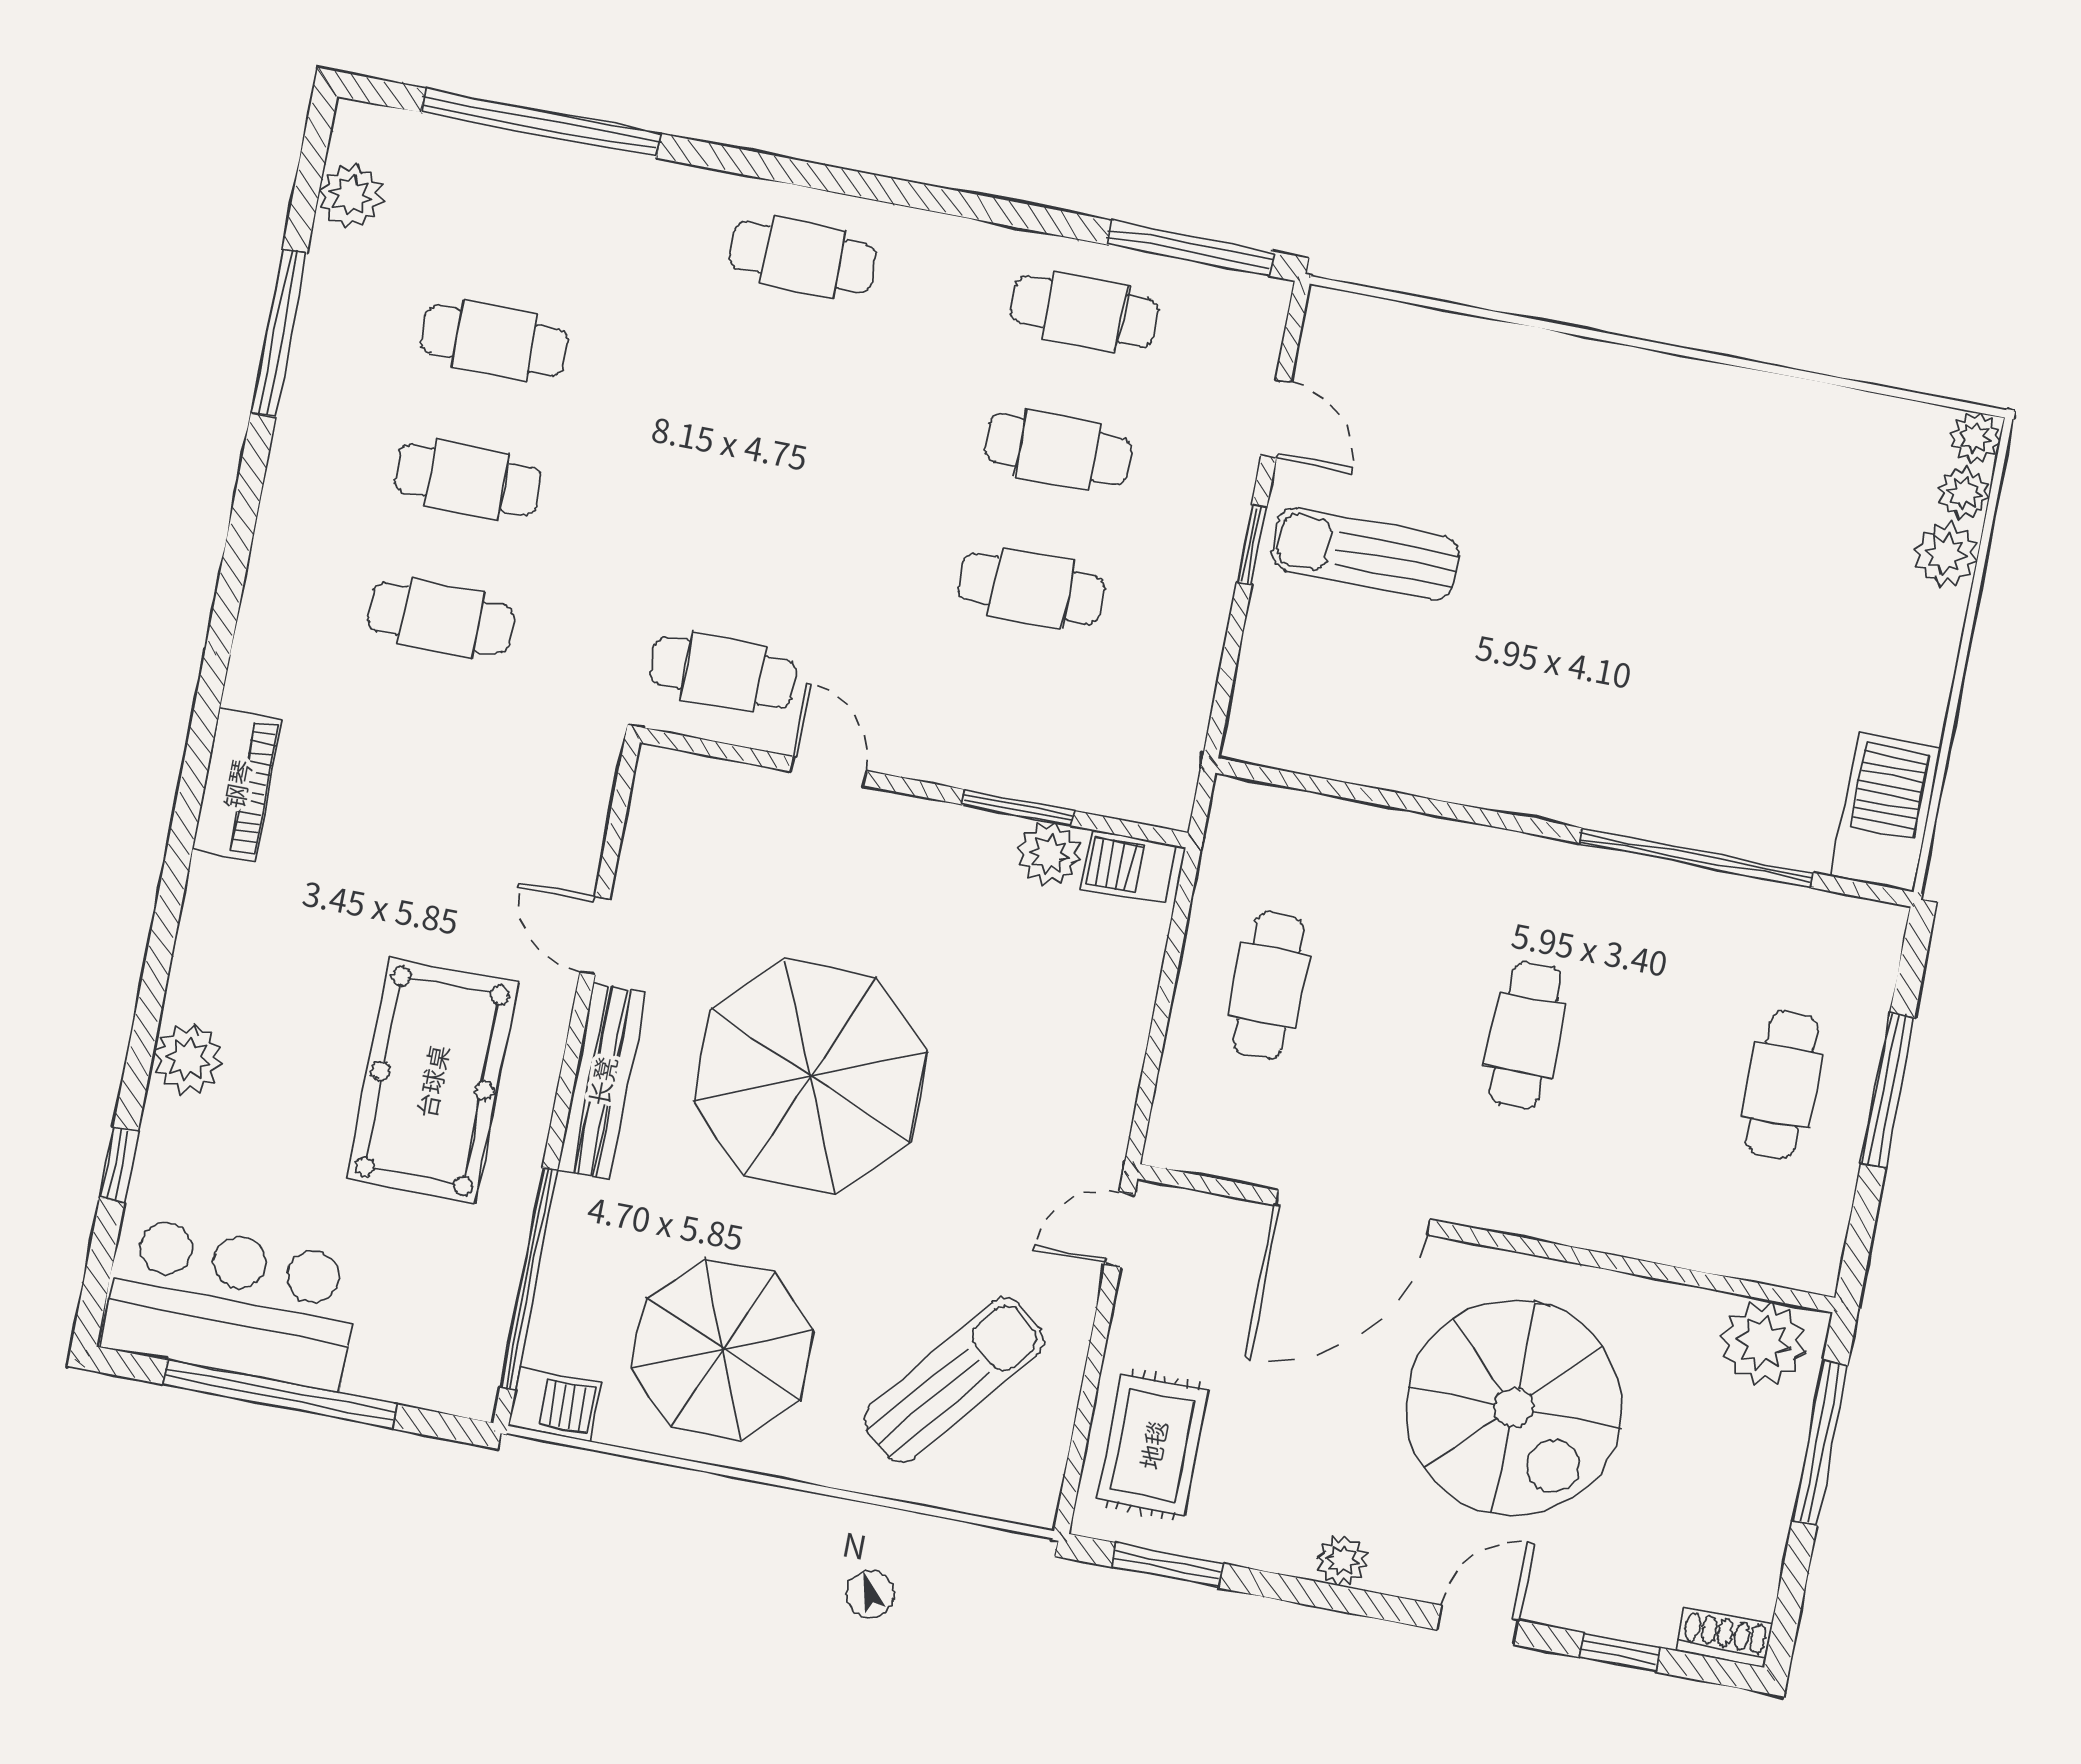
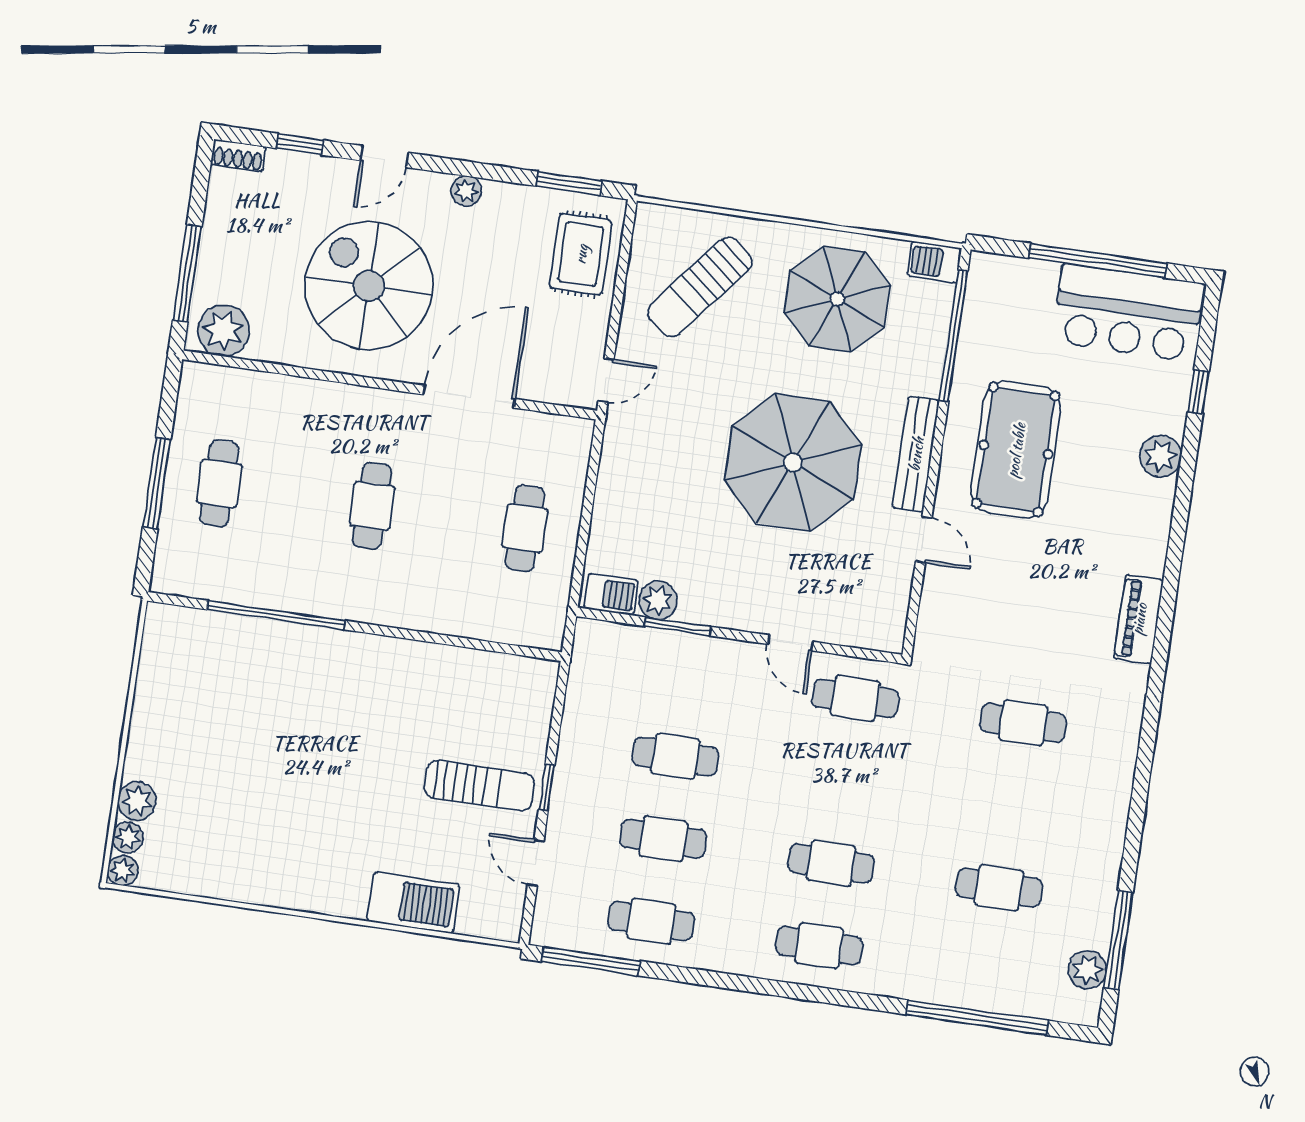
window: (279, 333) -> (1118, 940), moved
cafe table: (468, 480) -> (831, 863), moved
barbecue: (1886, 812) -> (413, 903), moved, turned -90

